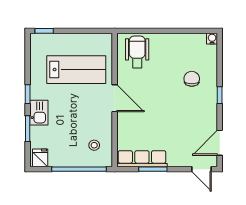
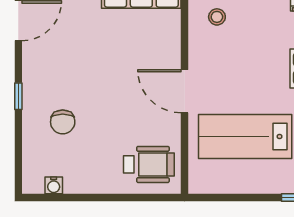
water cooler: (212, 39) -> (54, 185), moved
wheelchair: (137, 52) -> (149, 164), turned -90

